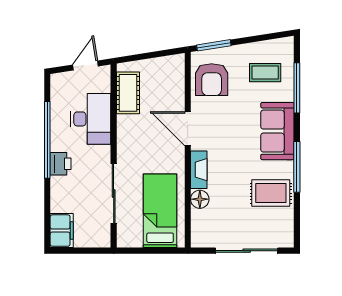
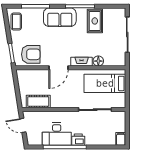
coffee table: (265, 73) -> (16, 21), moved
desk: (91, 119) -> (57, 134), moved, turned 180
filing cabinet: (62, 231) -> (121, 139), width x0.50

